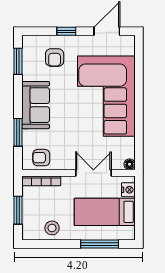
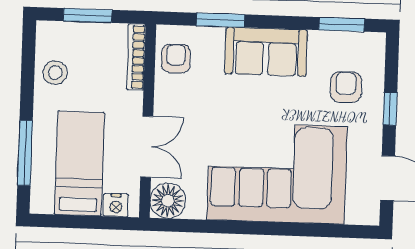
armchair: (55, 58) -> (346, 87), turned 90
floor lamp: (130, 164) -> (168, 201), width x1.89, depth x1.89

